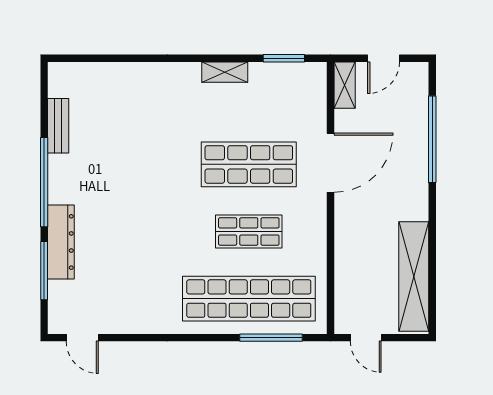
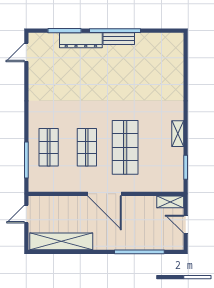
bench: (58, 126) -> (119, 39), moved
door: (330, 163) -> (104, 194), moved
shop shelf: (249, 299) -> (49, 147), width x0.50, depth x0.74

